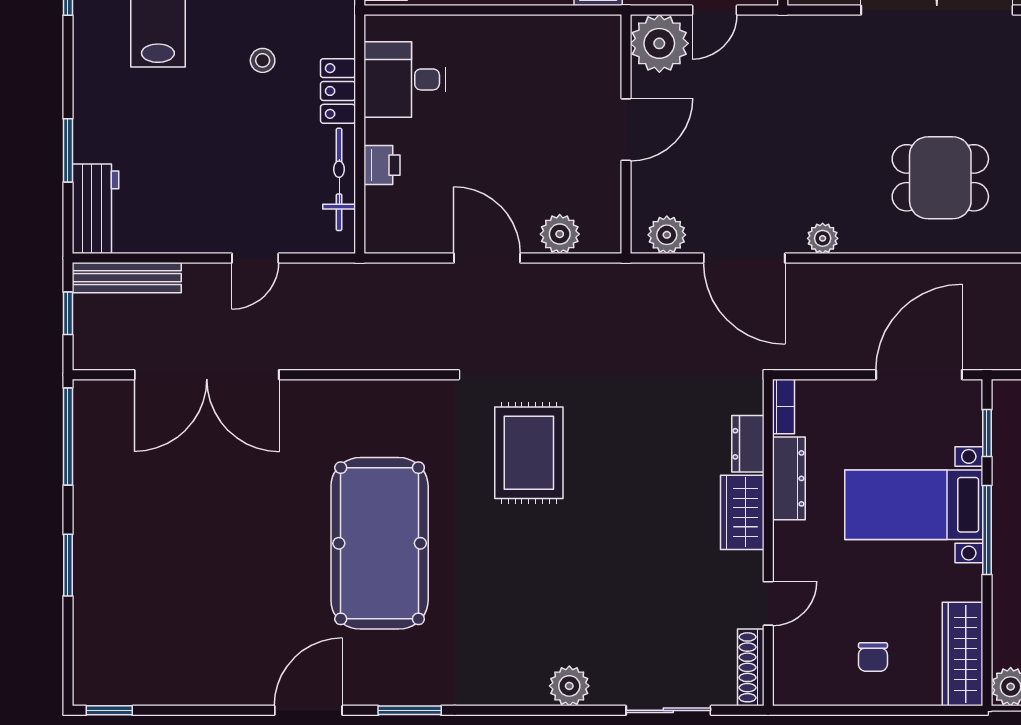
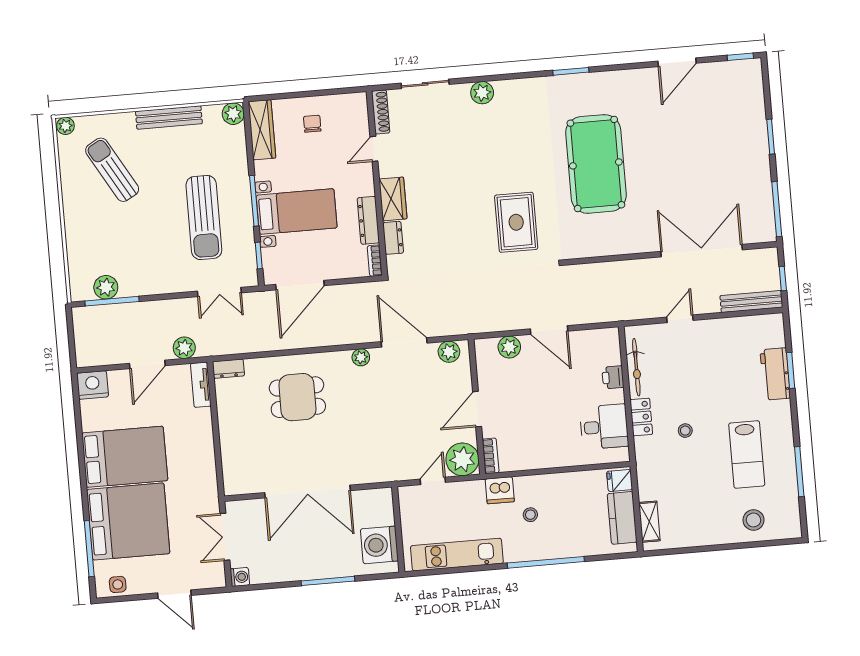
bookcase: (609, 45) -> (491, 456), added
workbench: (95, 209) -> (775, 374), moved
door: (308, 710) -> (677, 62), moved

